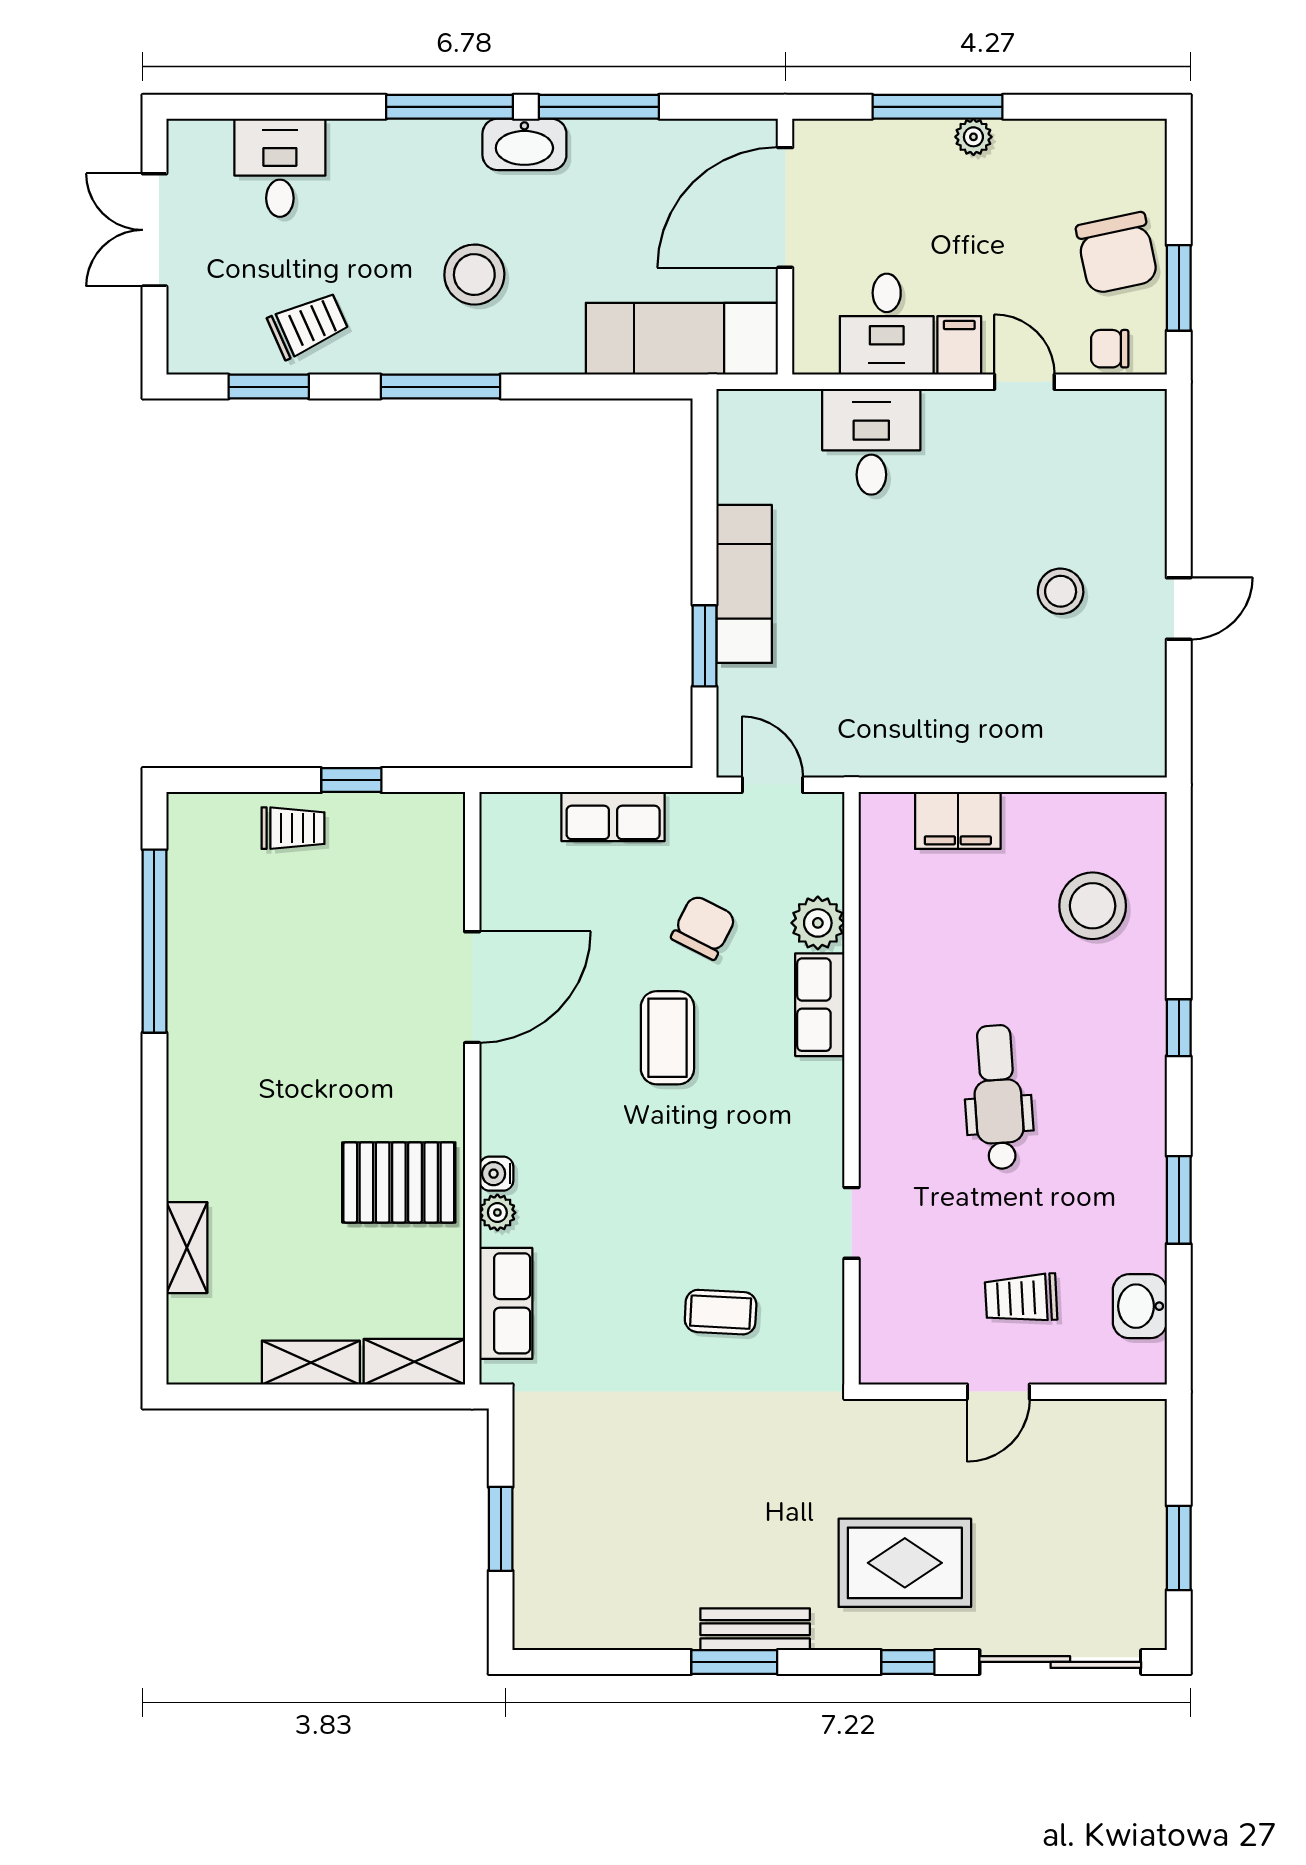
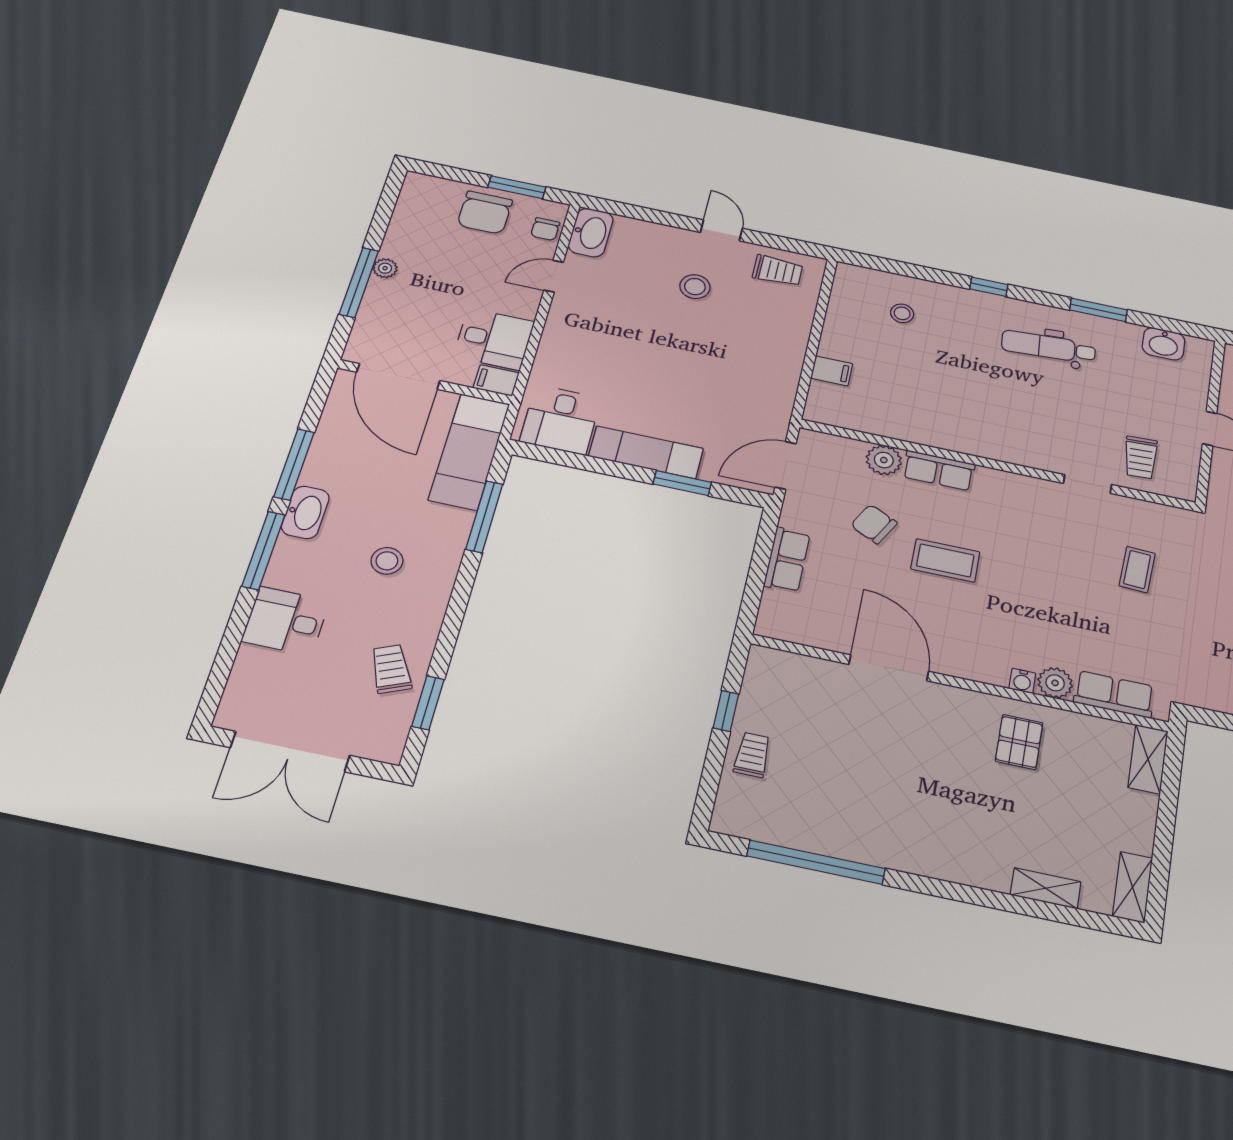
desk: (280, 168) -> (286, 621), moved
double door: (154, 230) -> (290, 752), width x1.37
chair: (1117, 253) -> (485, 213), turned 102
stool: (474, 275) -> (387, 561), width x0.73, depth x0.73
filing cabinet: (959, 345) -> (496, 380), moved
window: (441, 387) -> (484, 517), moved
washbasin: (1121, 417) -> (591, 233), added
desk: (871, 442) -> (560, 420), moved, turned -90
trolley: (1124, 707) -> (778, 271), added
door: (772, 785) -> (786, 465), width x1.38
filing cabinet: (958, 820) -> (832, 371), width x0.50
stool: (1093, 906) -> (902, 313), width x0.53, depth x0.53
dental chair: (998, 1097) -> (1049, 347), moved
pallet: (399, 1182) -> (1019, 742), width x0.67, depth x0.71
plant: (497, 1213) -> (1055, 683), width x1.38, depth x1.38
trolley: (1021, 1298) -> (1141, 457), moved
shelving: (311, 1363) -> (1133, 887), moved

